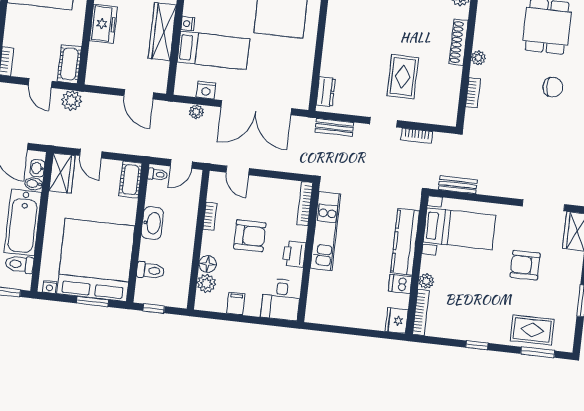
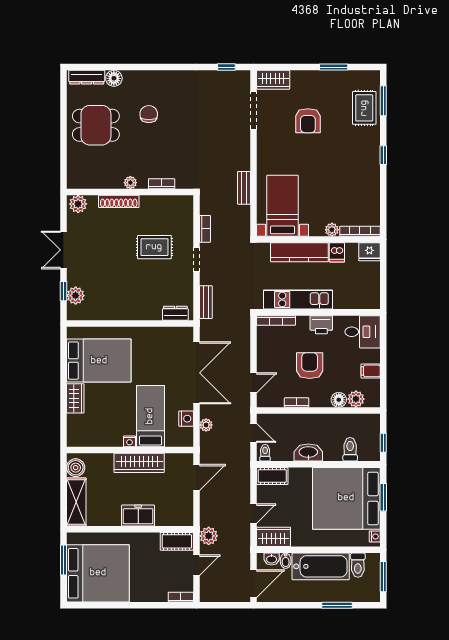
bed with nightstands: (459, 229) -> (283, 206), moved
kitchen counter: (405, 242) -> (299, 252), moved
wall: (417, 265) -> (318, 240), moved
plant: (426, 281) -> (332, 230), moved
dishwasher: (400, 284) -> (337, 252), moved
bookcase: (421, 312) -> (360, 231), moved
fridge: (397, 320) -> (369, 252), moved

